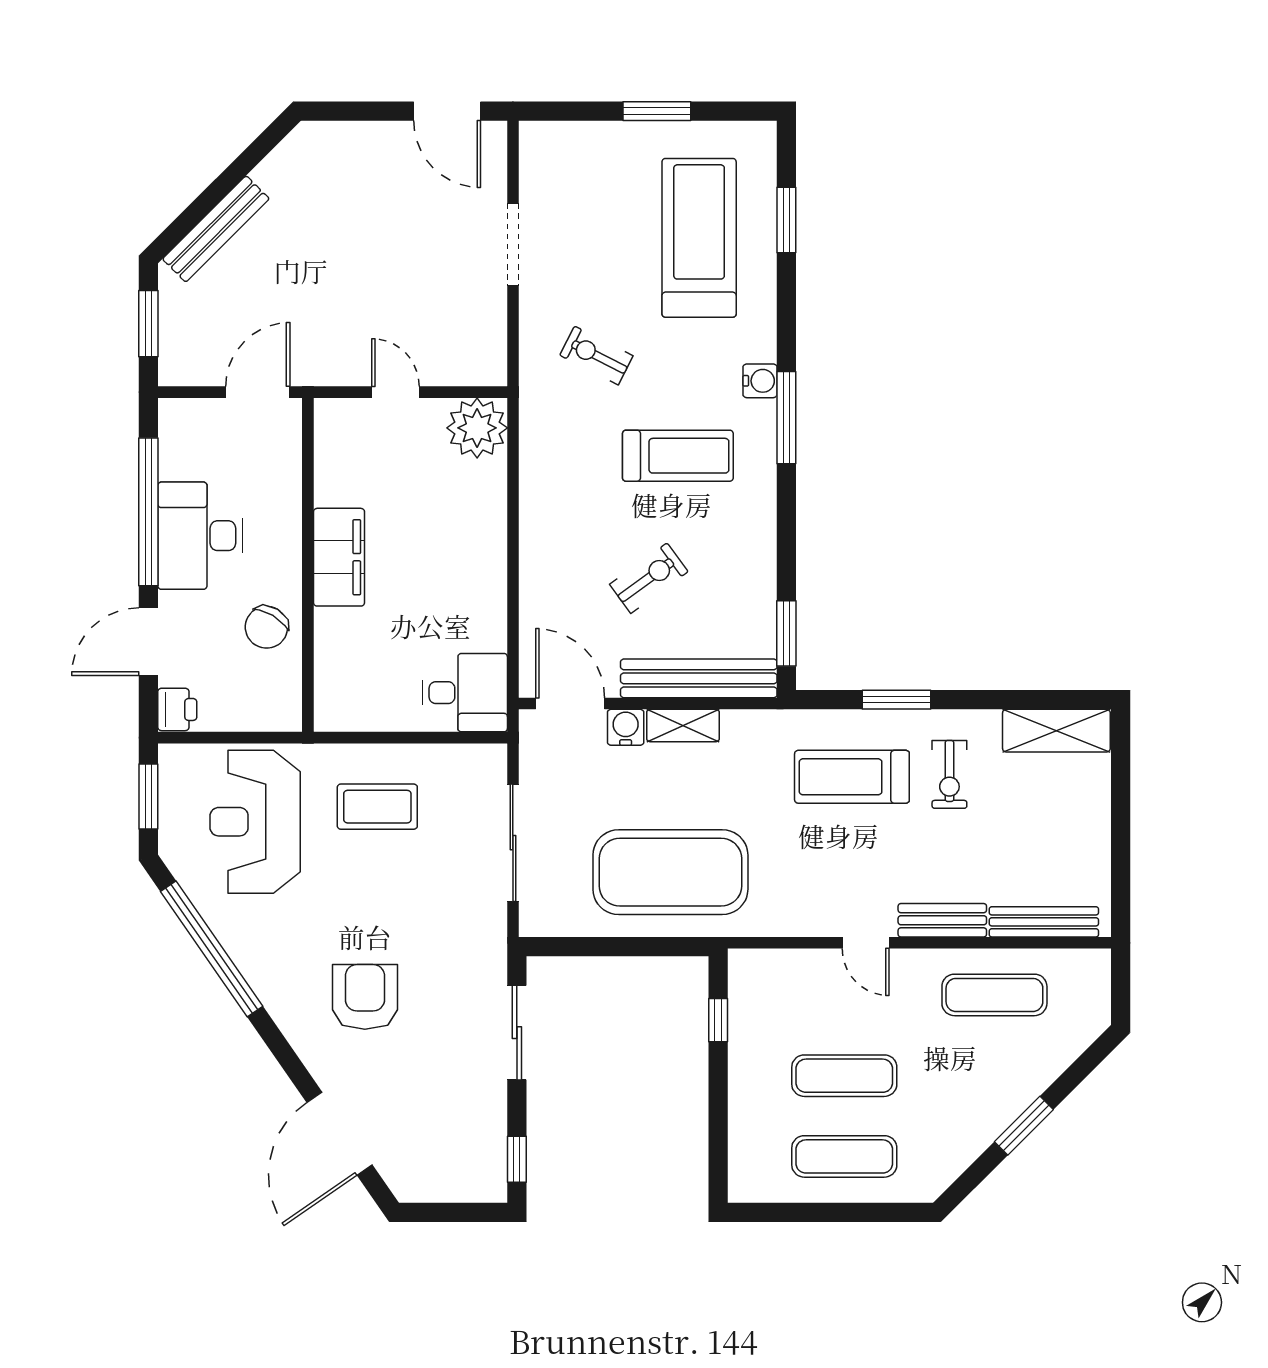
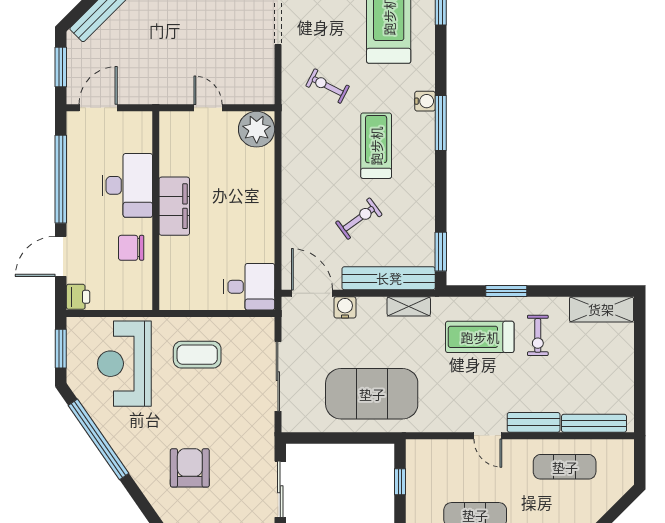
door: (258, 392) -> (98, 108), moved
treadmill: (678, 456) -> (376, 146), turned -90
desk: (200, 536) -> (127, 185), moved, turned 180
chair: (266, 627) -> (131, 248), turned 59
shelving: (683, 726) -> (409, 306), moved

